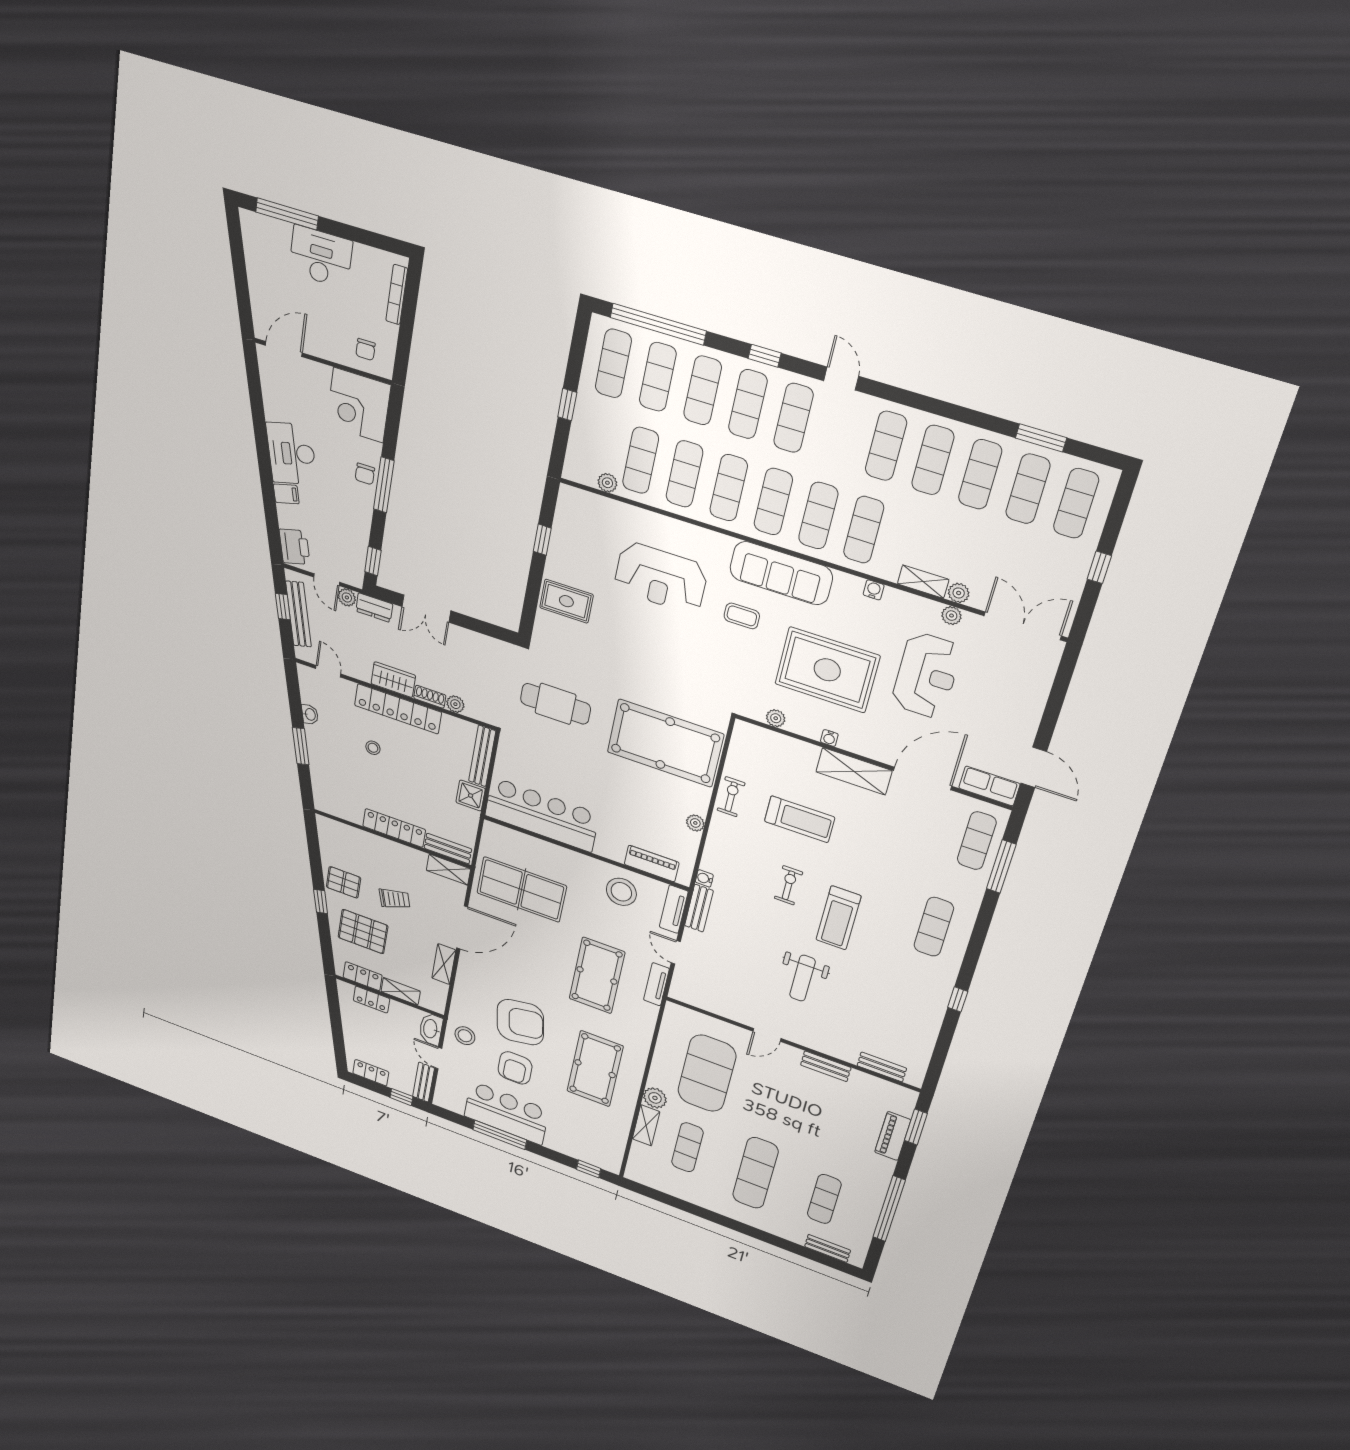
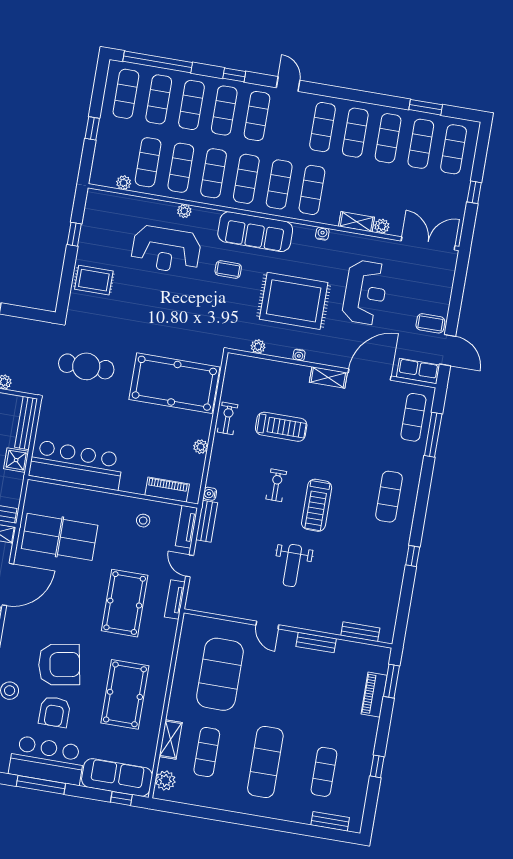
plant: (952, 616) -> (184, 211), moved
coffee table: (1014, 730) -> (430, 323), added
shelving: (854, 771) -> (328, 377), width x0.67, depth x0.75
stool: (621, 892) -> (143, 521), width x0.53, depth x0.53
door: (767, 1035) -> (267, 625), hinge flipped
plant: (655, 1098) -> (165, 780), moved
sofa: (584, 1148) -> (117, 777), added
window: (889, 1209) -> (377, 766), width x0.32

